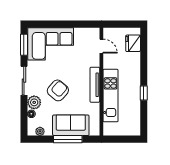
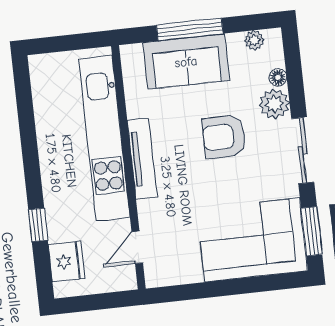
door: (101, 46) -> (137, 247), hinge flipped
armchair: (58, 90) -> (224, 137), turned 49
window: (144, 93) -> (38, 225), moved
kitchen unit: (110, 96) -> (104, 138), width x1.36

